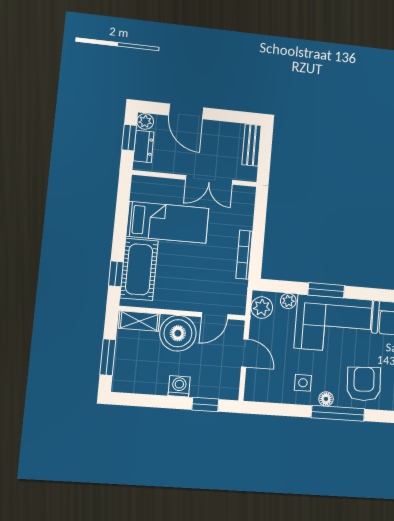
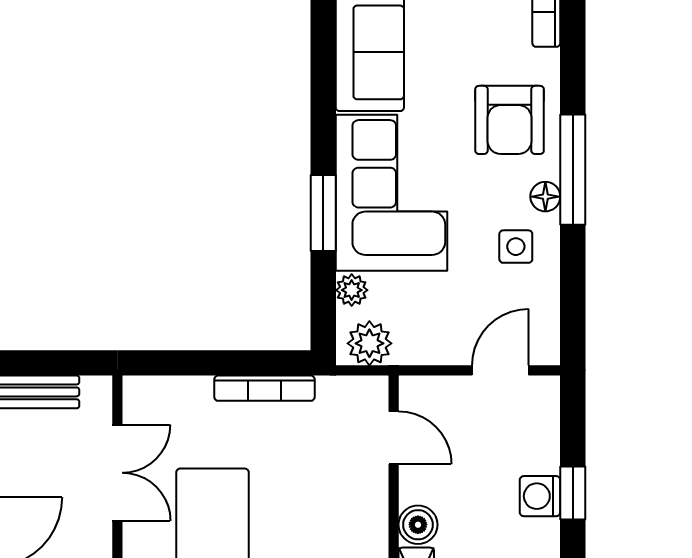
boiler: (178, 333) -> (418, 525), width x0.54, depth x0.54
door: (245, 353) -> (500, 370), moved
armchair: (364, 384) -> (510, 120), turned -87
window: (205, 404) -> (573, 493), moved

